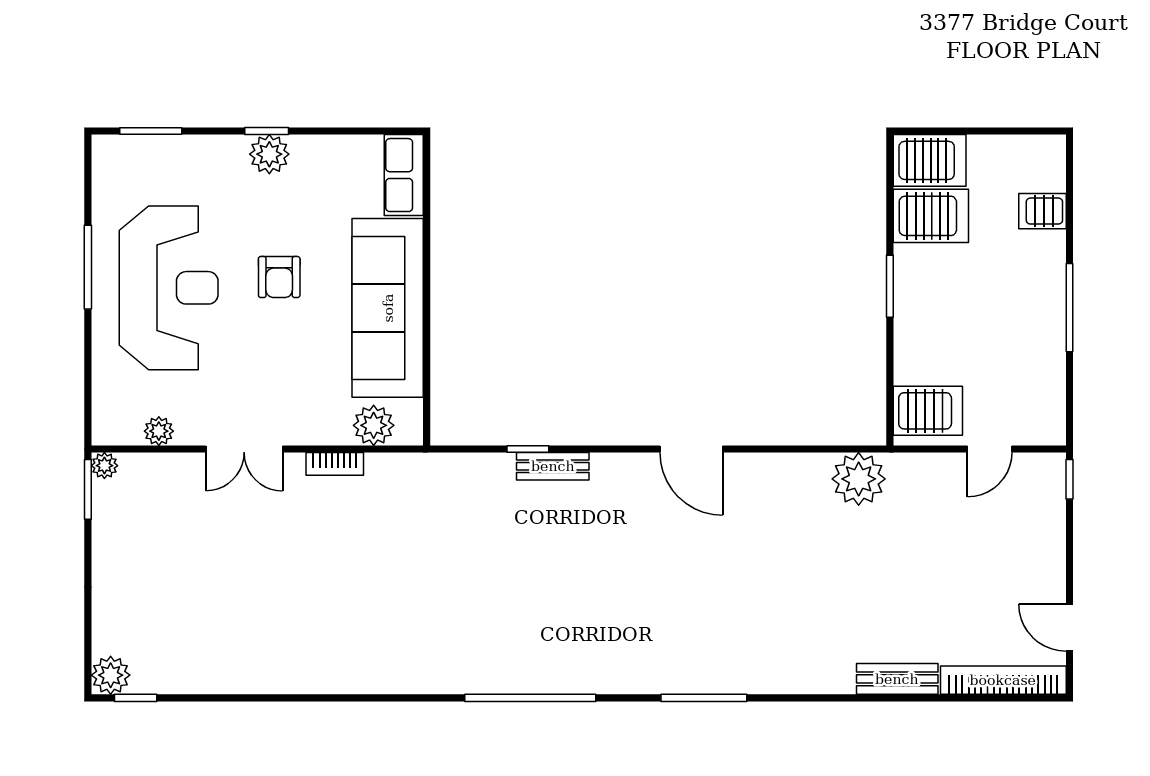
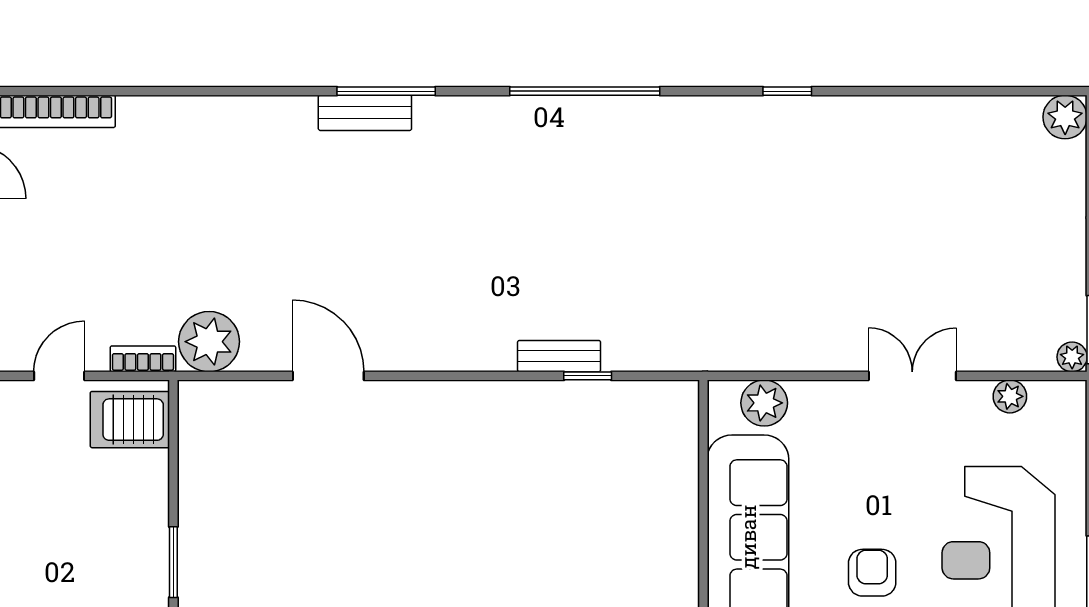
door: (691, 449) -> (328, 376), moved
bookcase: (335, 464) -> (143, 359), moved
bench: (897, 679) -> (365, 113), moved
window: (136, 698) -> (787, 91), moved

